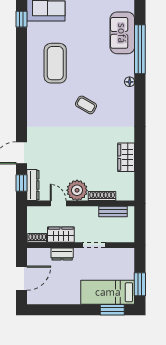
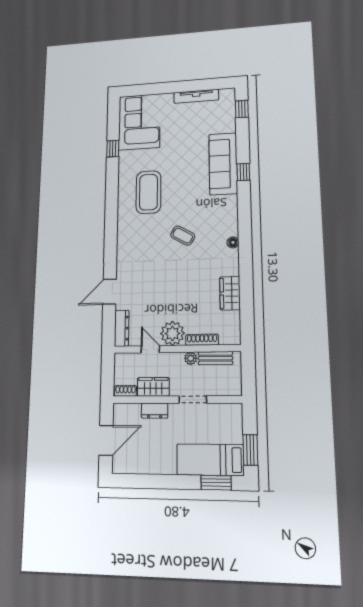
sofa: (122, 33) -> (223, 164), width x1.36
window: (140, 49) -> (243, 172), width x0.32
floor lamp: (130, 82) -> (233, 242), moved
window: (21, 183) -> (109, 326), removed
plant: (92, 211) -> (191, 358), added

